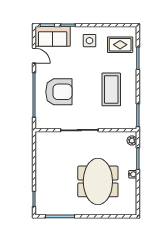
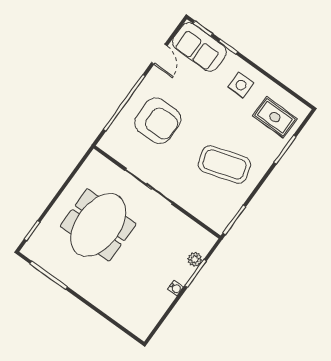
coffee table: (111, 89) -> (224, 164), turned 73
plant: (132, 140) -> (195, 259), moved
meeting table: (98, 181) -> (98, 225), moved

